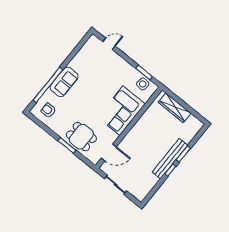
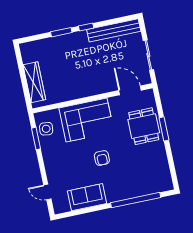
sofa: (64, 82) -> (87, 197), moved
armchair: (48, 110) -> (102, 158), moved
bench: (170, 159) -> (114, 30), moved

